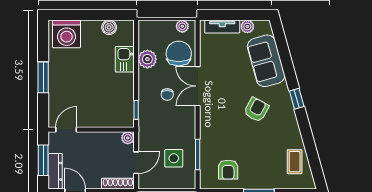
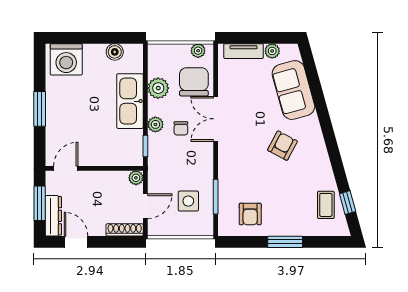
kitchen sink: (125, 59) -> (130, 101), width x1.87, depth x1.24
plant: (145, 91) -> (155, 124), added
window: (297, 99) -> (348, 203), moved

